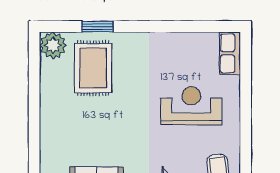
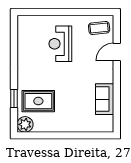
row of seats: (230, 53) -> (30, 21), removed

